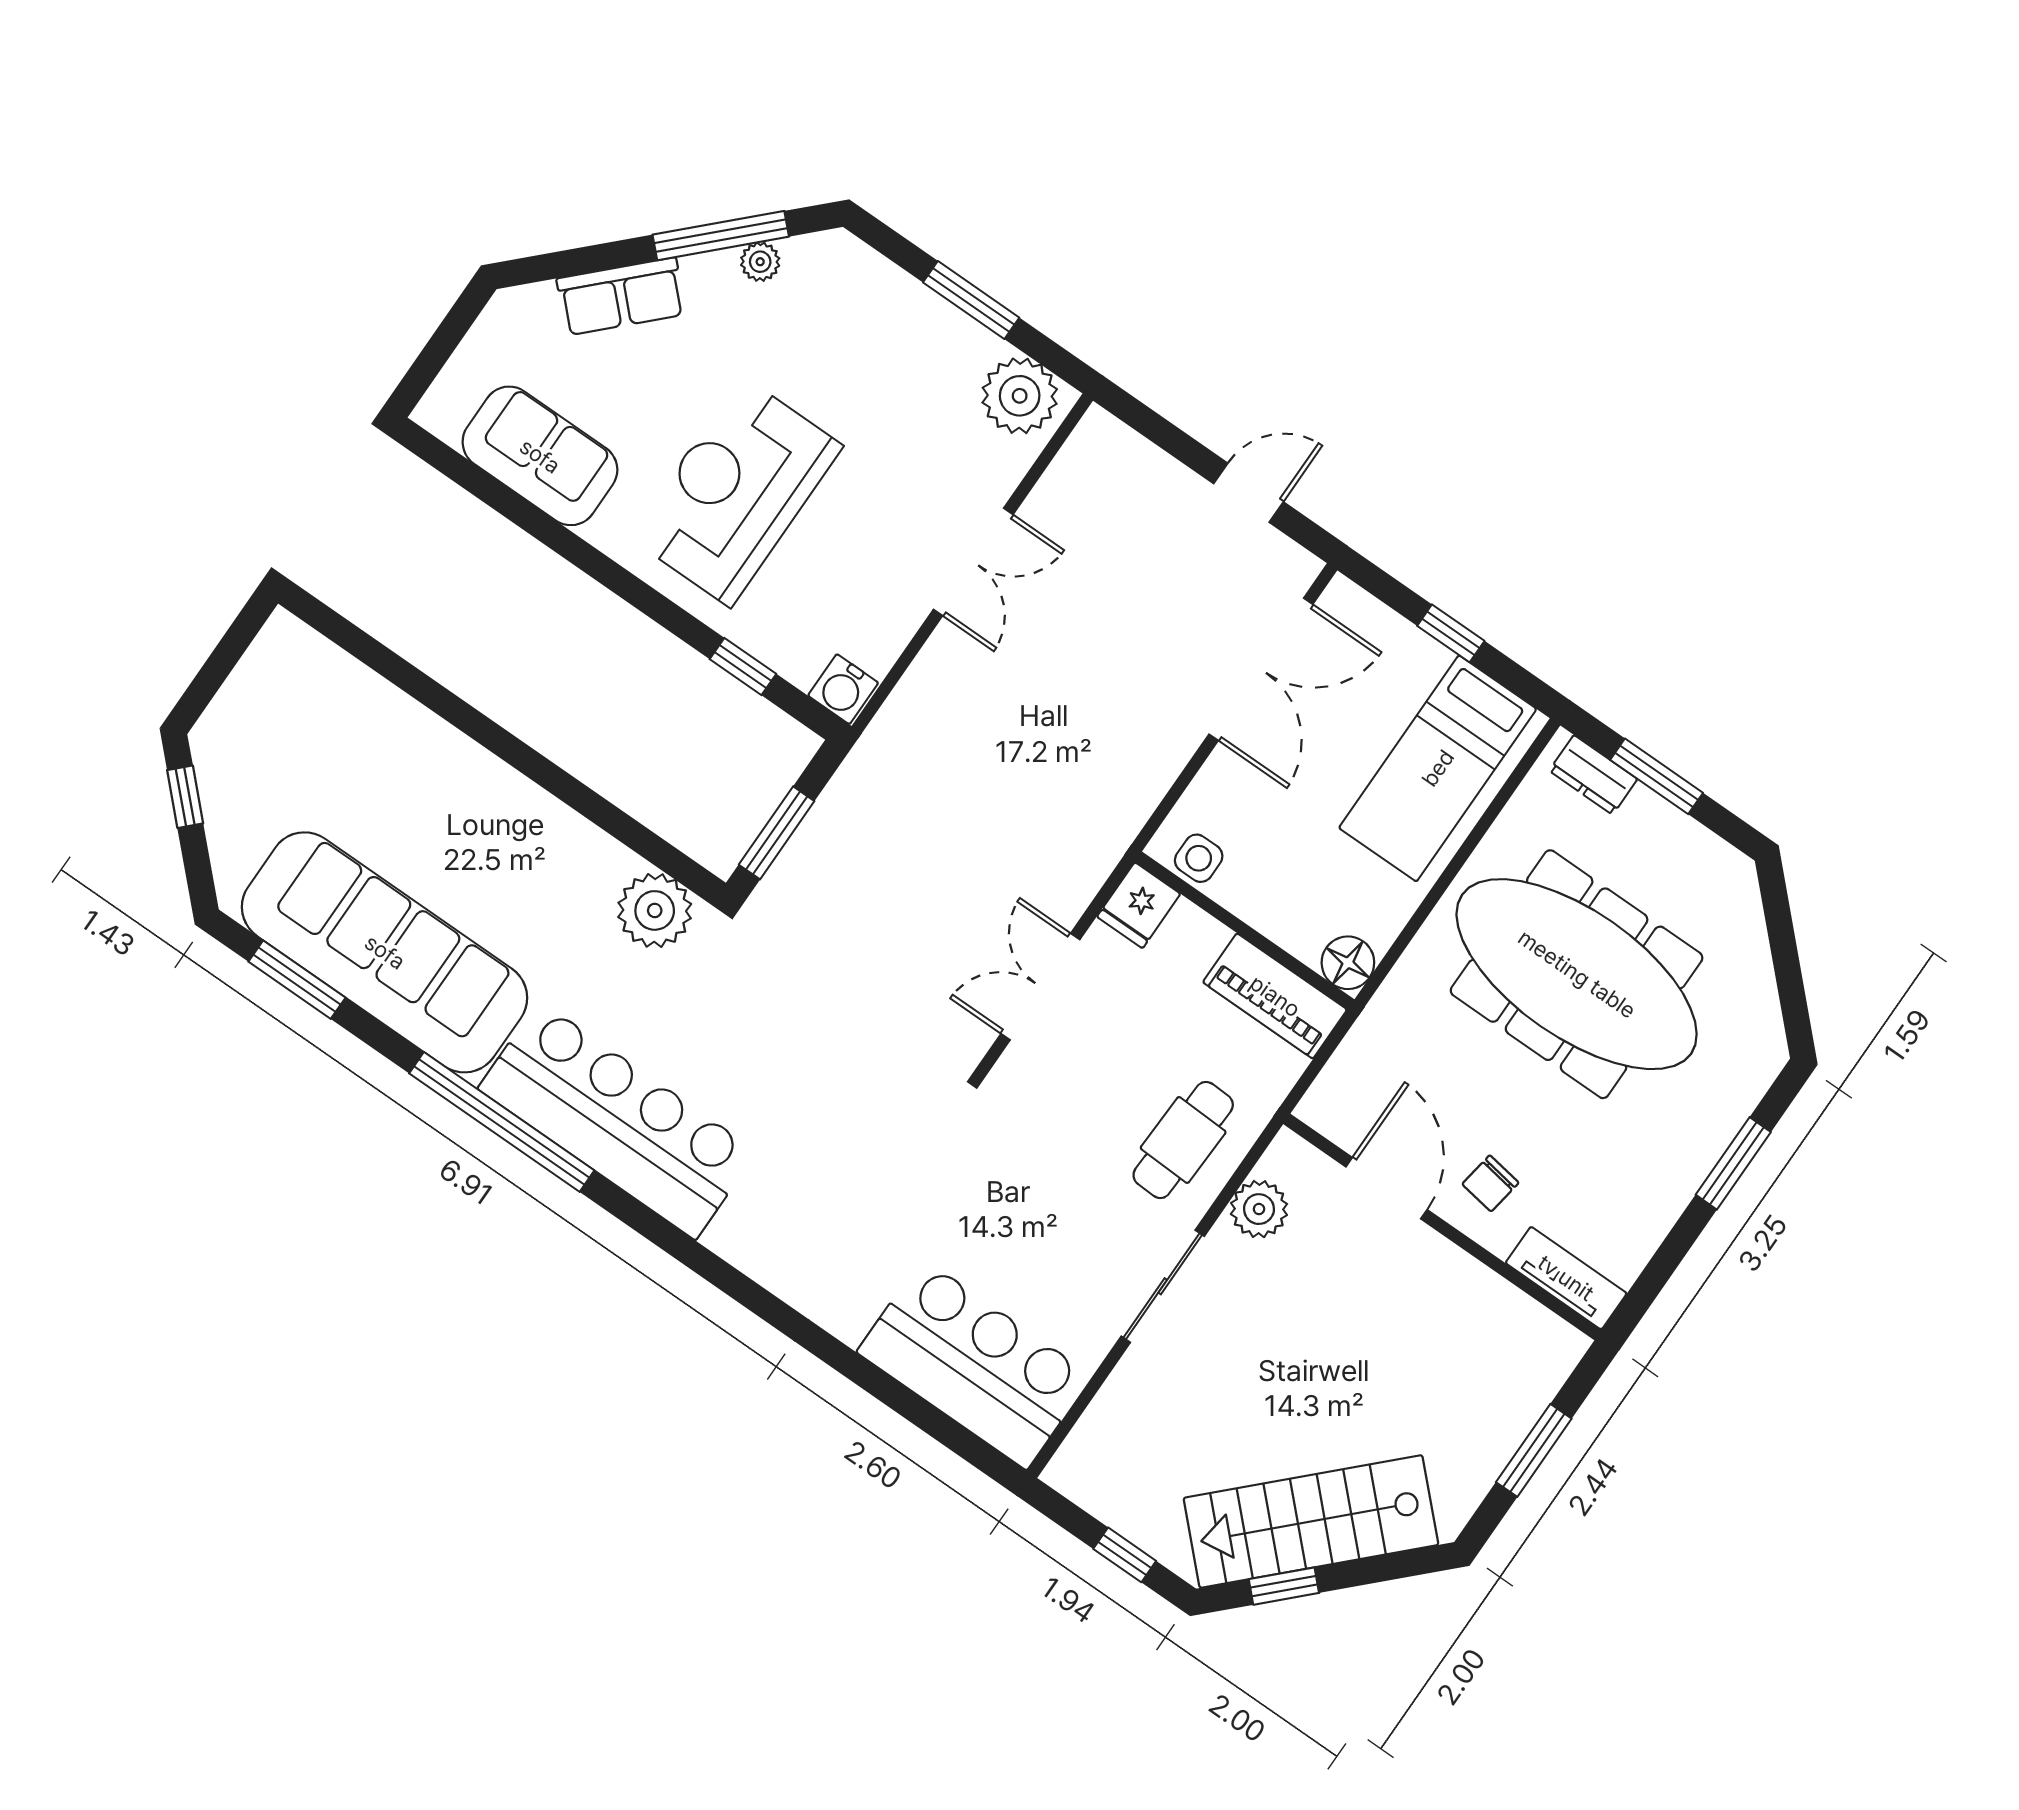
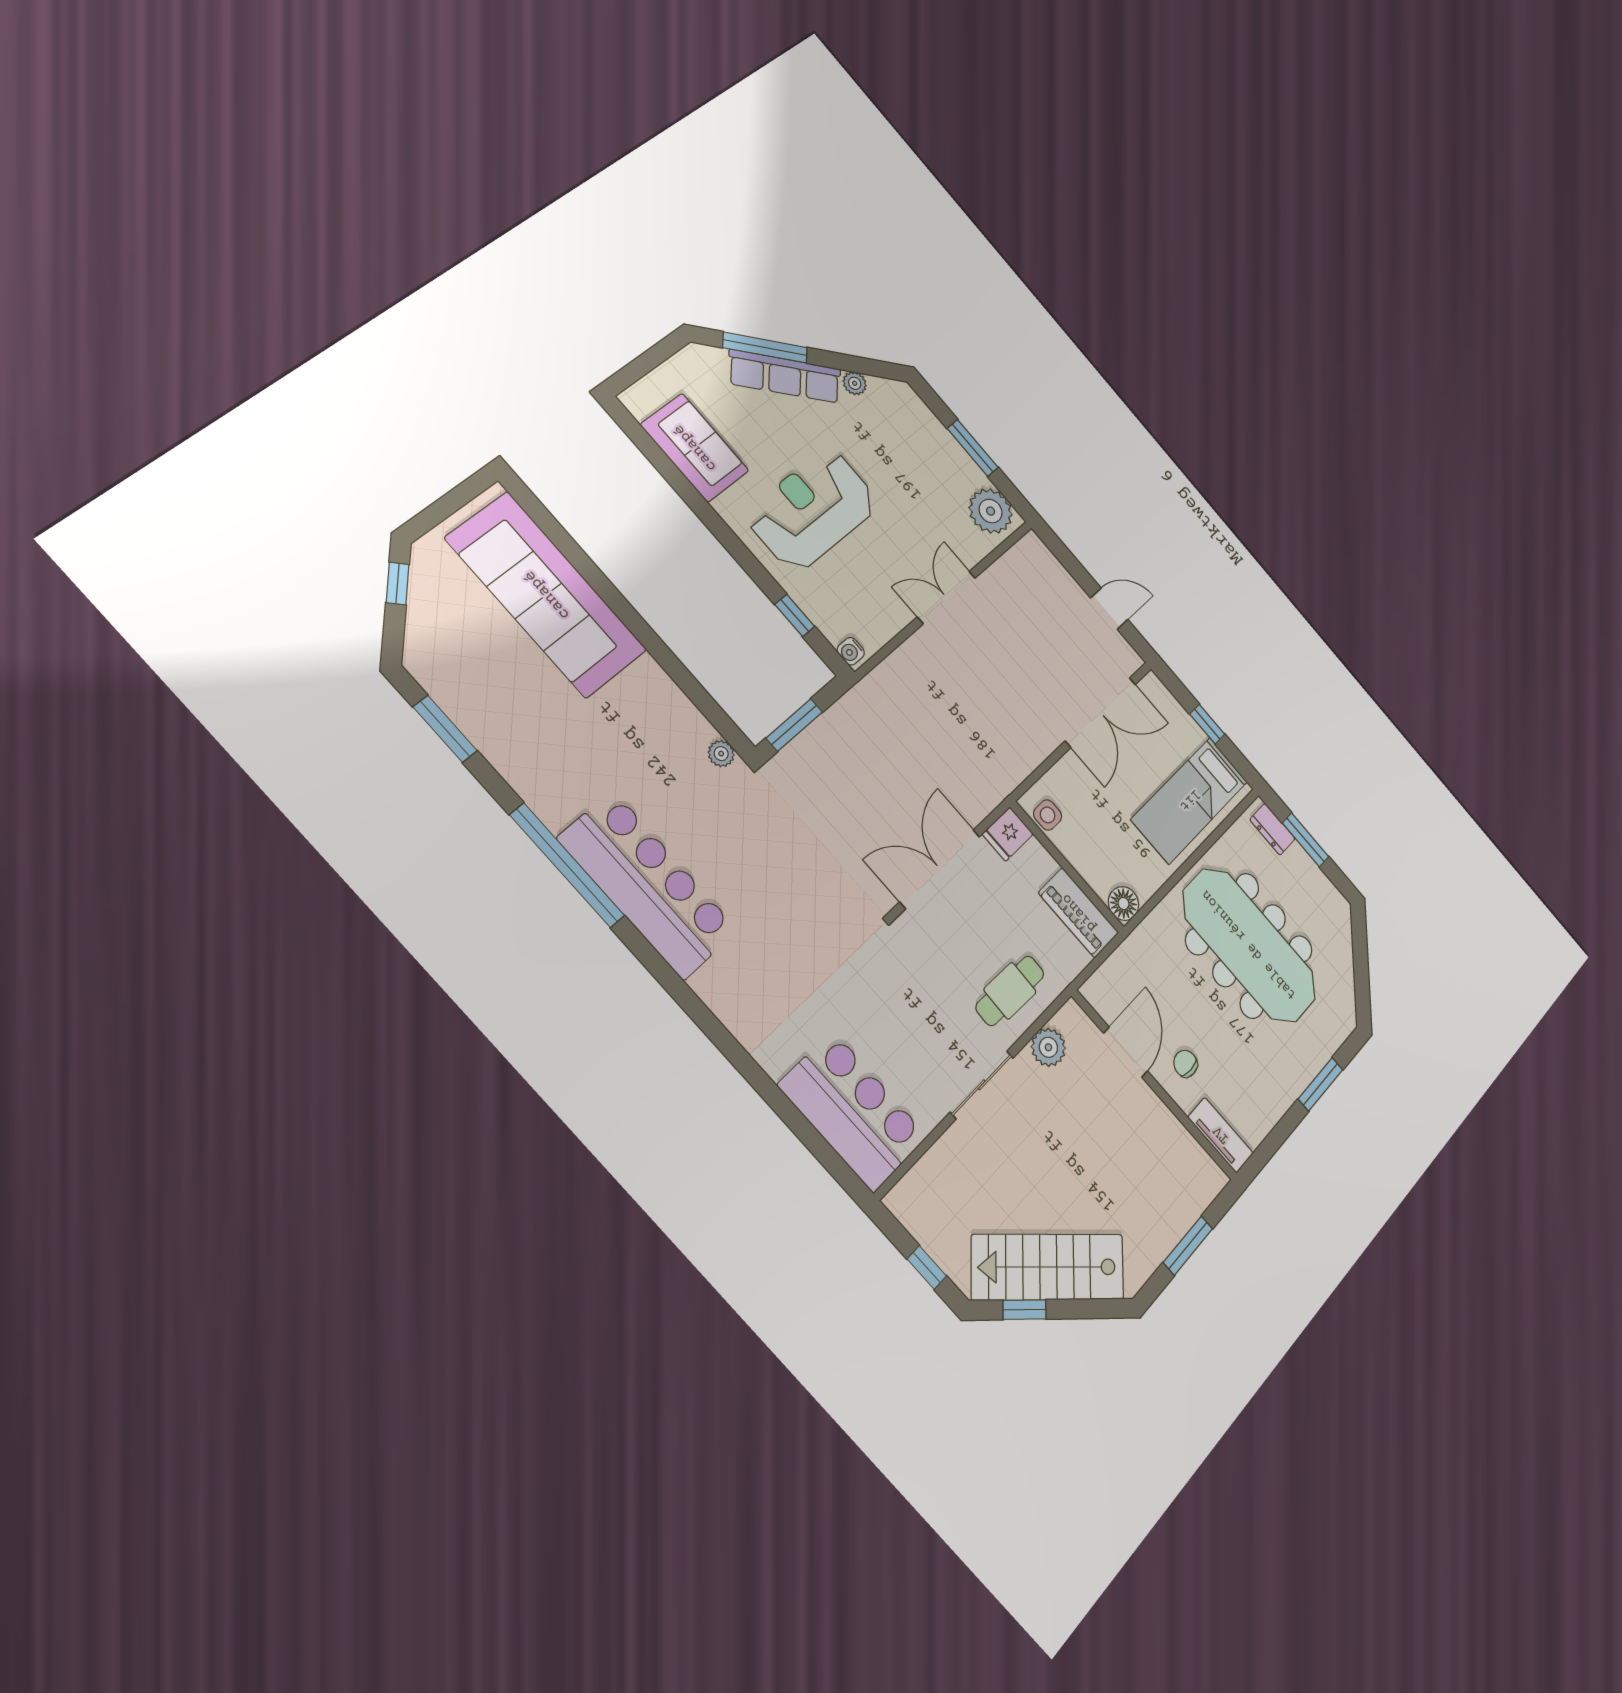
window: (721, 236) -> (765, 348), moved
row of seats: (621, 296) -> (785, 376), width x1.48
double door: (973, 562) -> (946, 597), swing flipped
water cooler: (843, 689) -> (851, 651), width x0.72, depth x0.72
plant: (655, 910) -> (721, 754), width x0.53, depth x0.53
sofa: (385, 952) -> (547, 595), moved, turned 180
double door: (1040, 987) -> (940, 869), width x1.37
chair: (1490, 1183) -> (1185, 1064), turned 81

